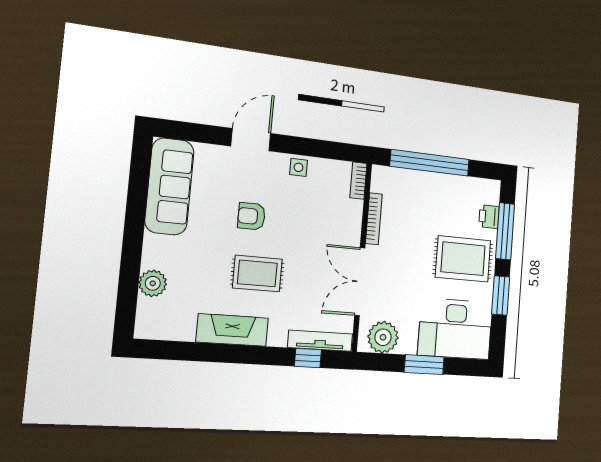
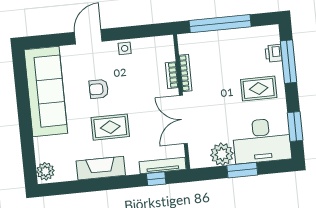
bookcase: (358, 181) -> (172, 75), moved
sofa: (169, 186) -> (46, 91), width x1.36, depth x1.27
rug: (463, 259) -> (259, 89), width x0.73, depth x0.70
plant: (153, 283) -> (45, 171), moved
window: (501, 295) -> (295, 127), moved
plant: (383, 337) -> (222, 154), moved

